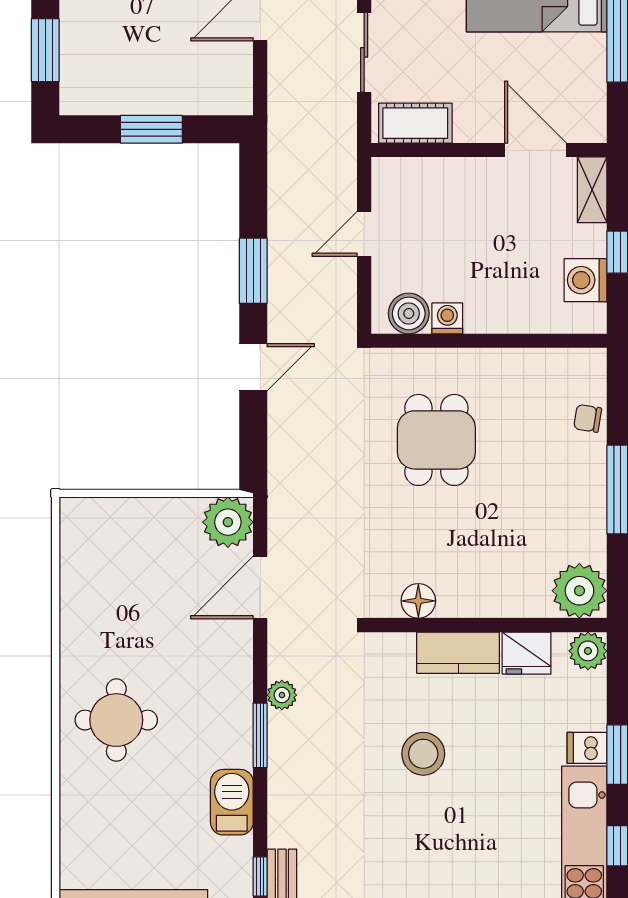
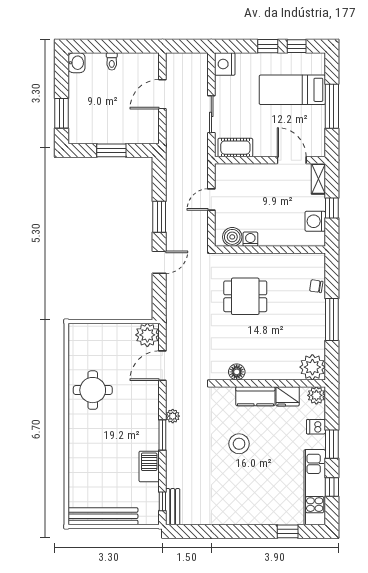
dining table: (436, 440) -> (245, 296), turned 90
round table: (116, 720) -> (93, 390), moved
dishwasher: (587, 748) -> (316, 427), moved

